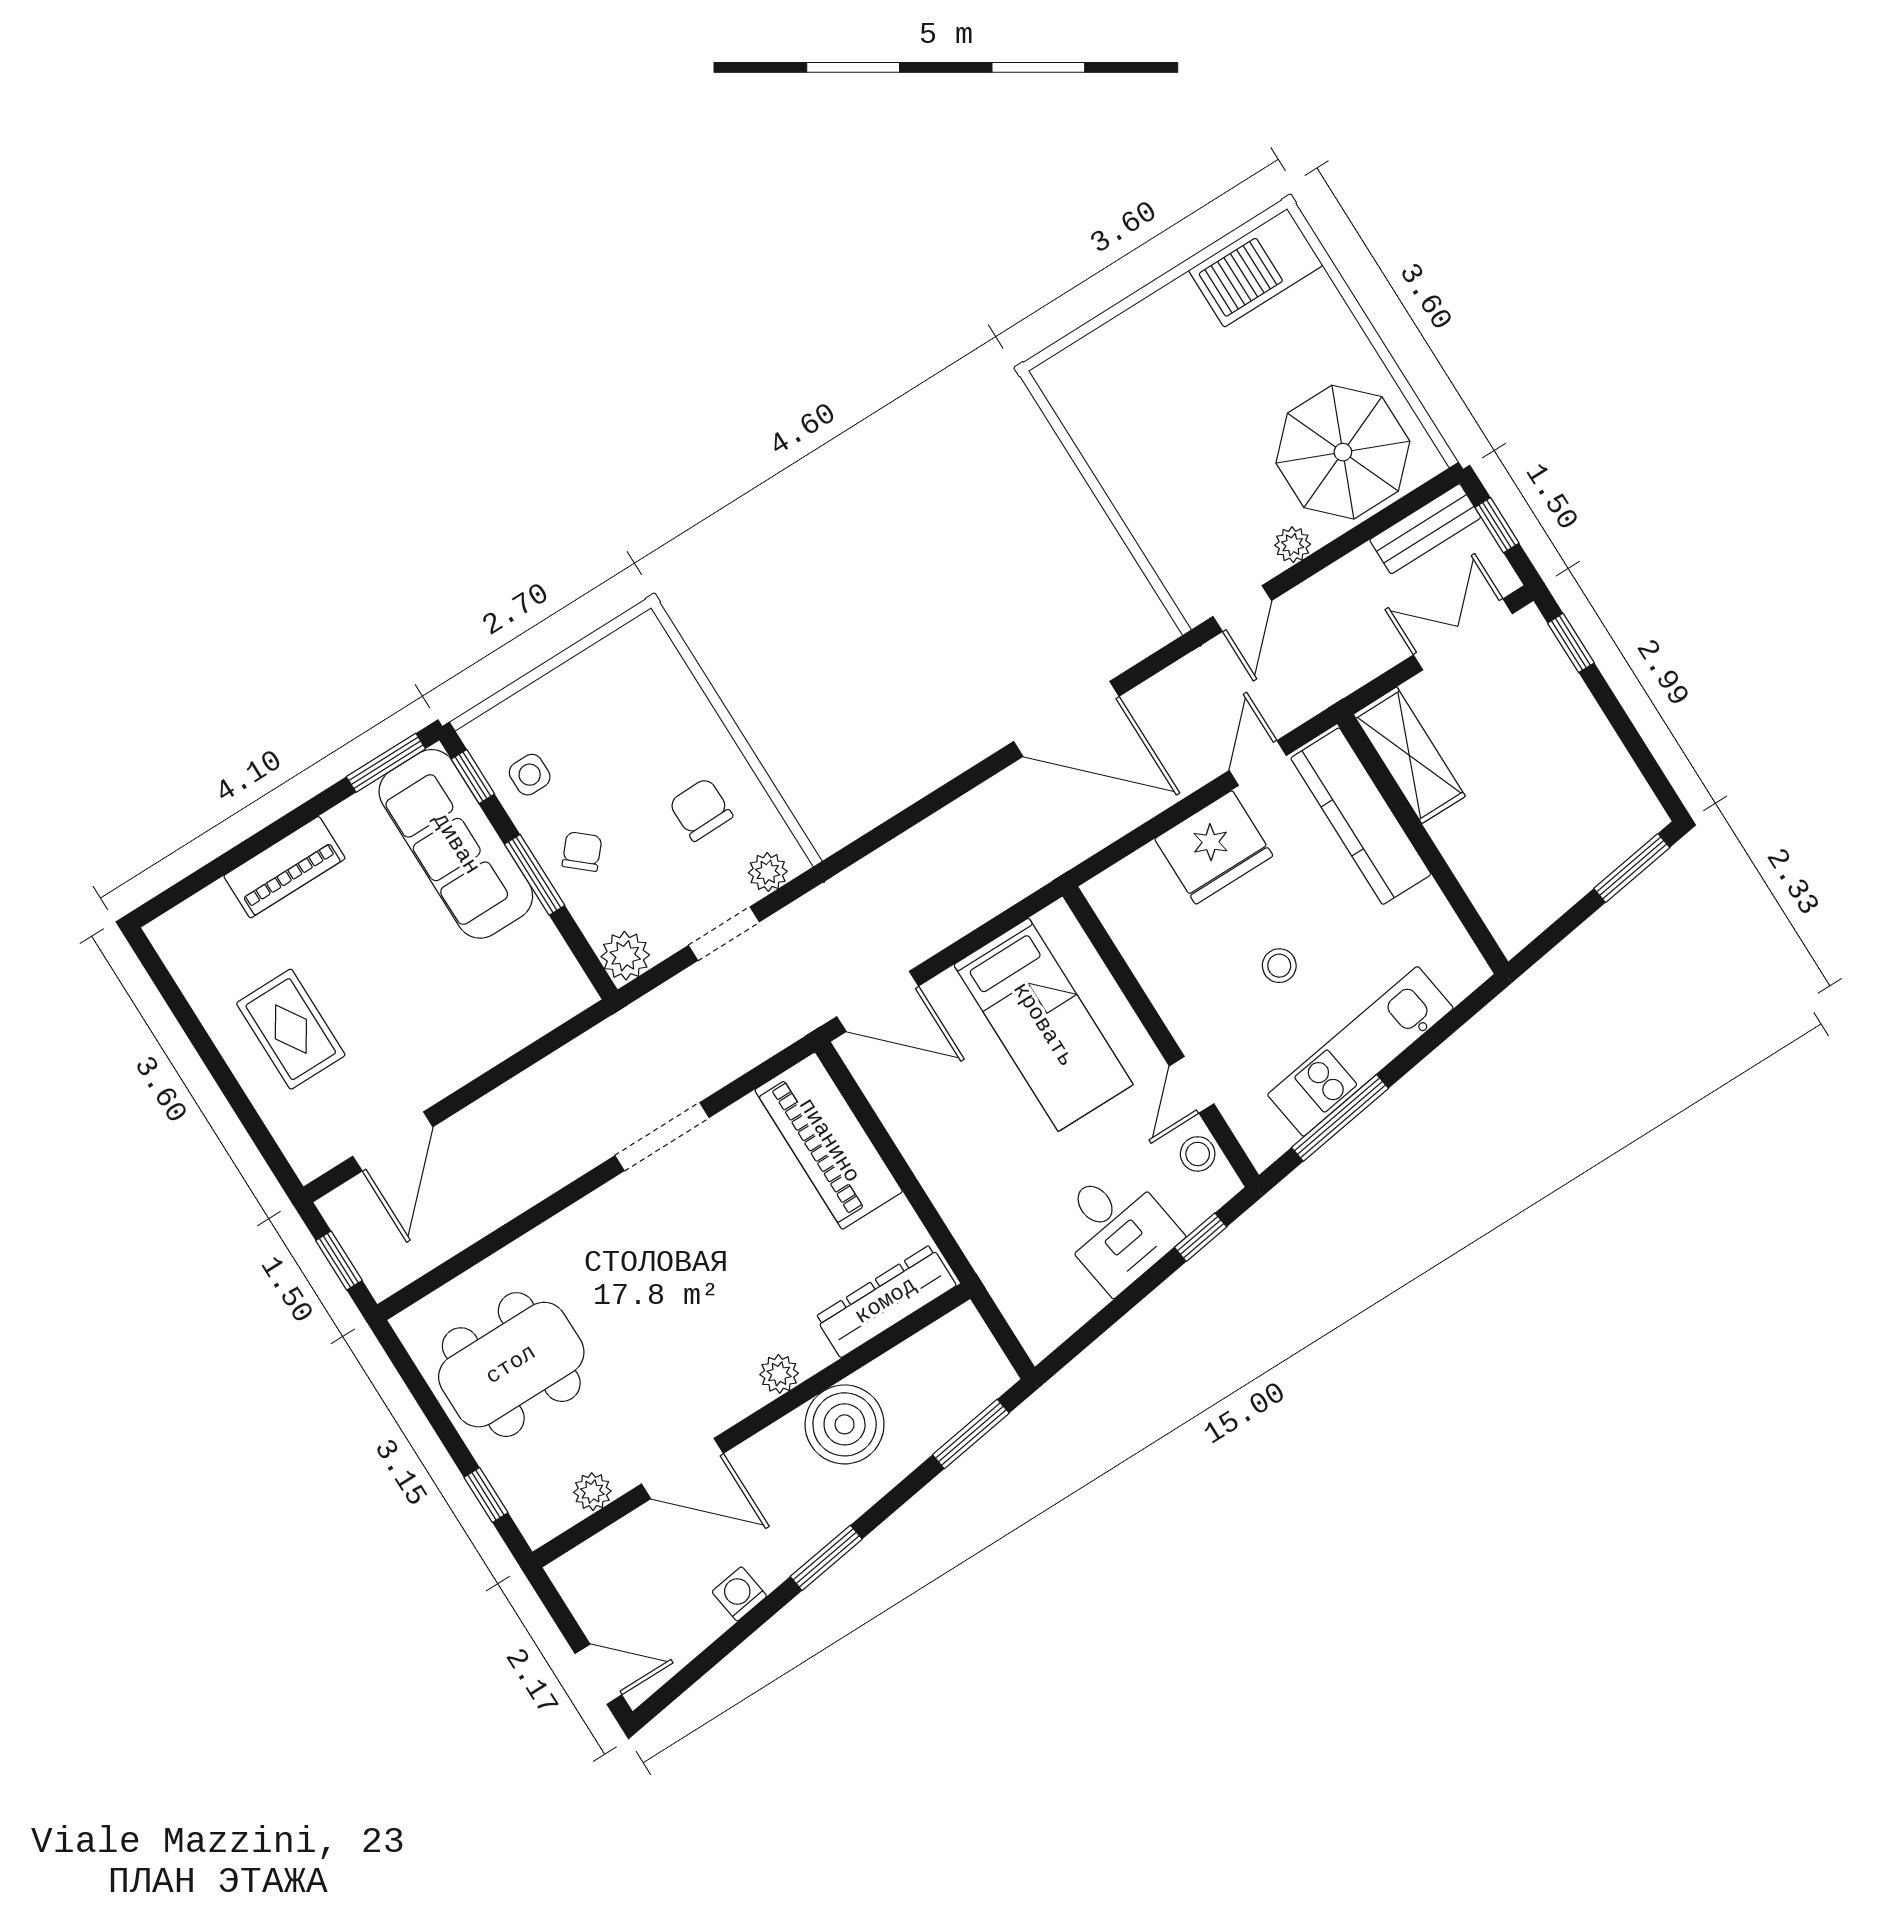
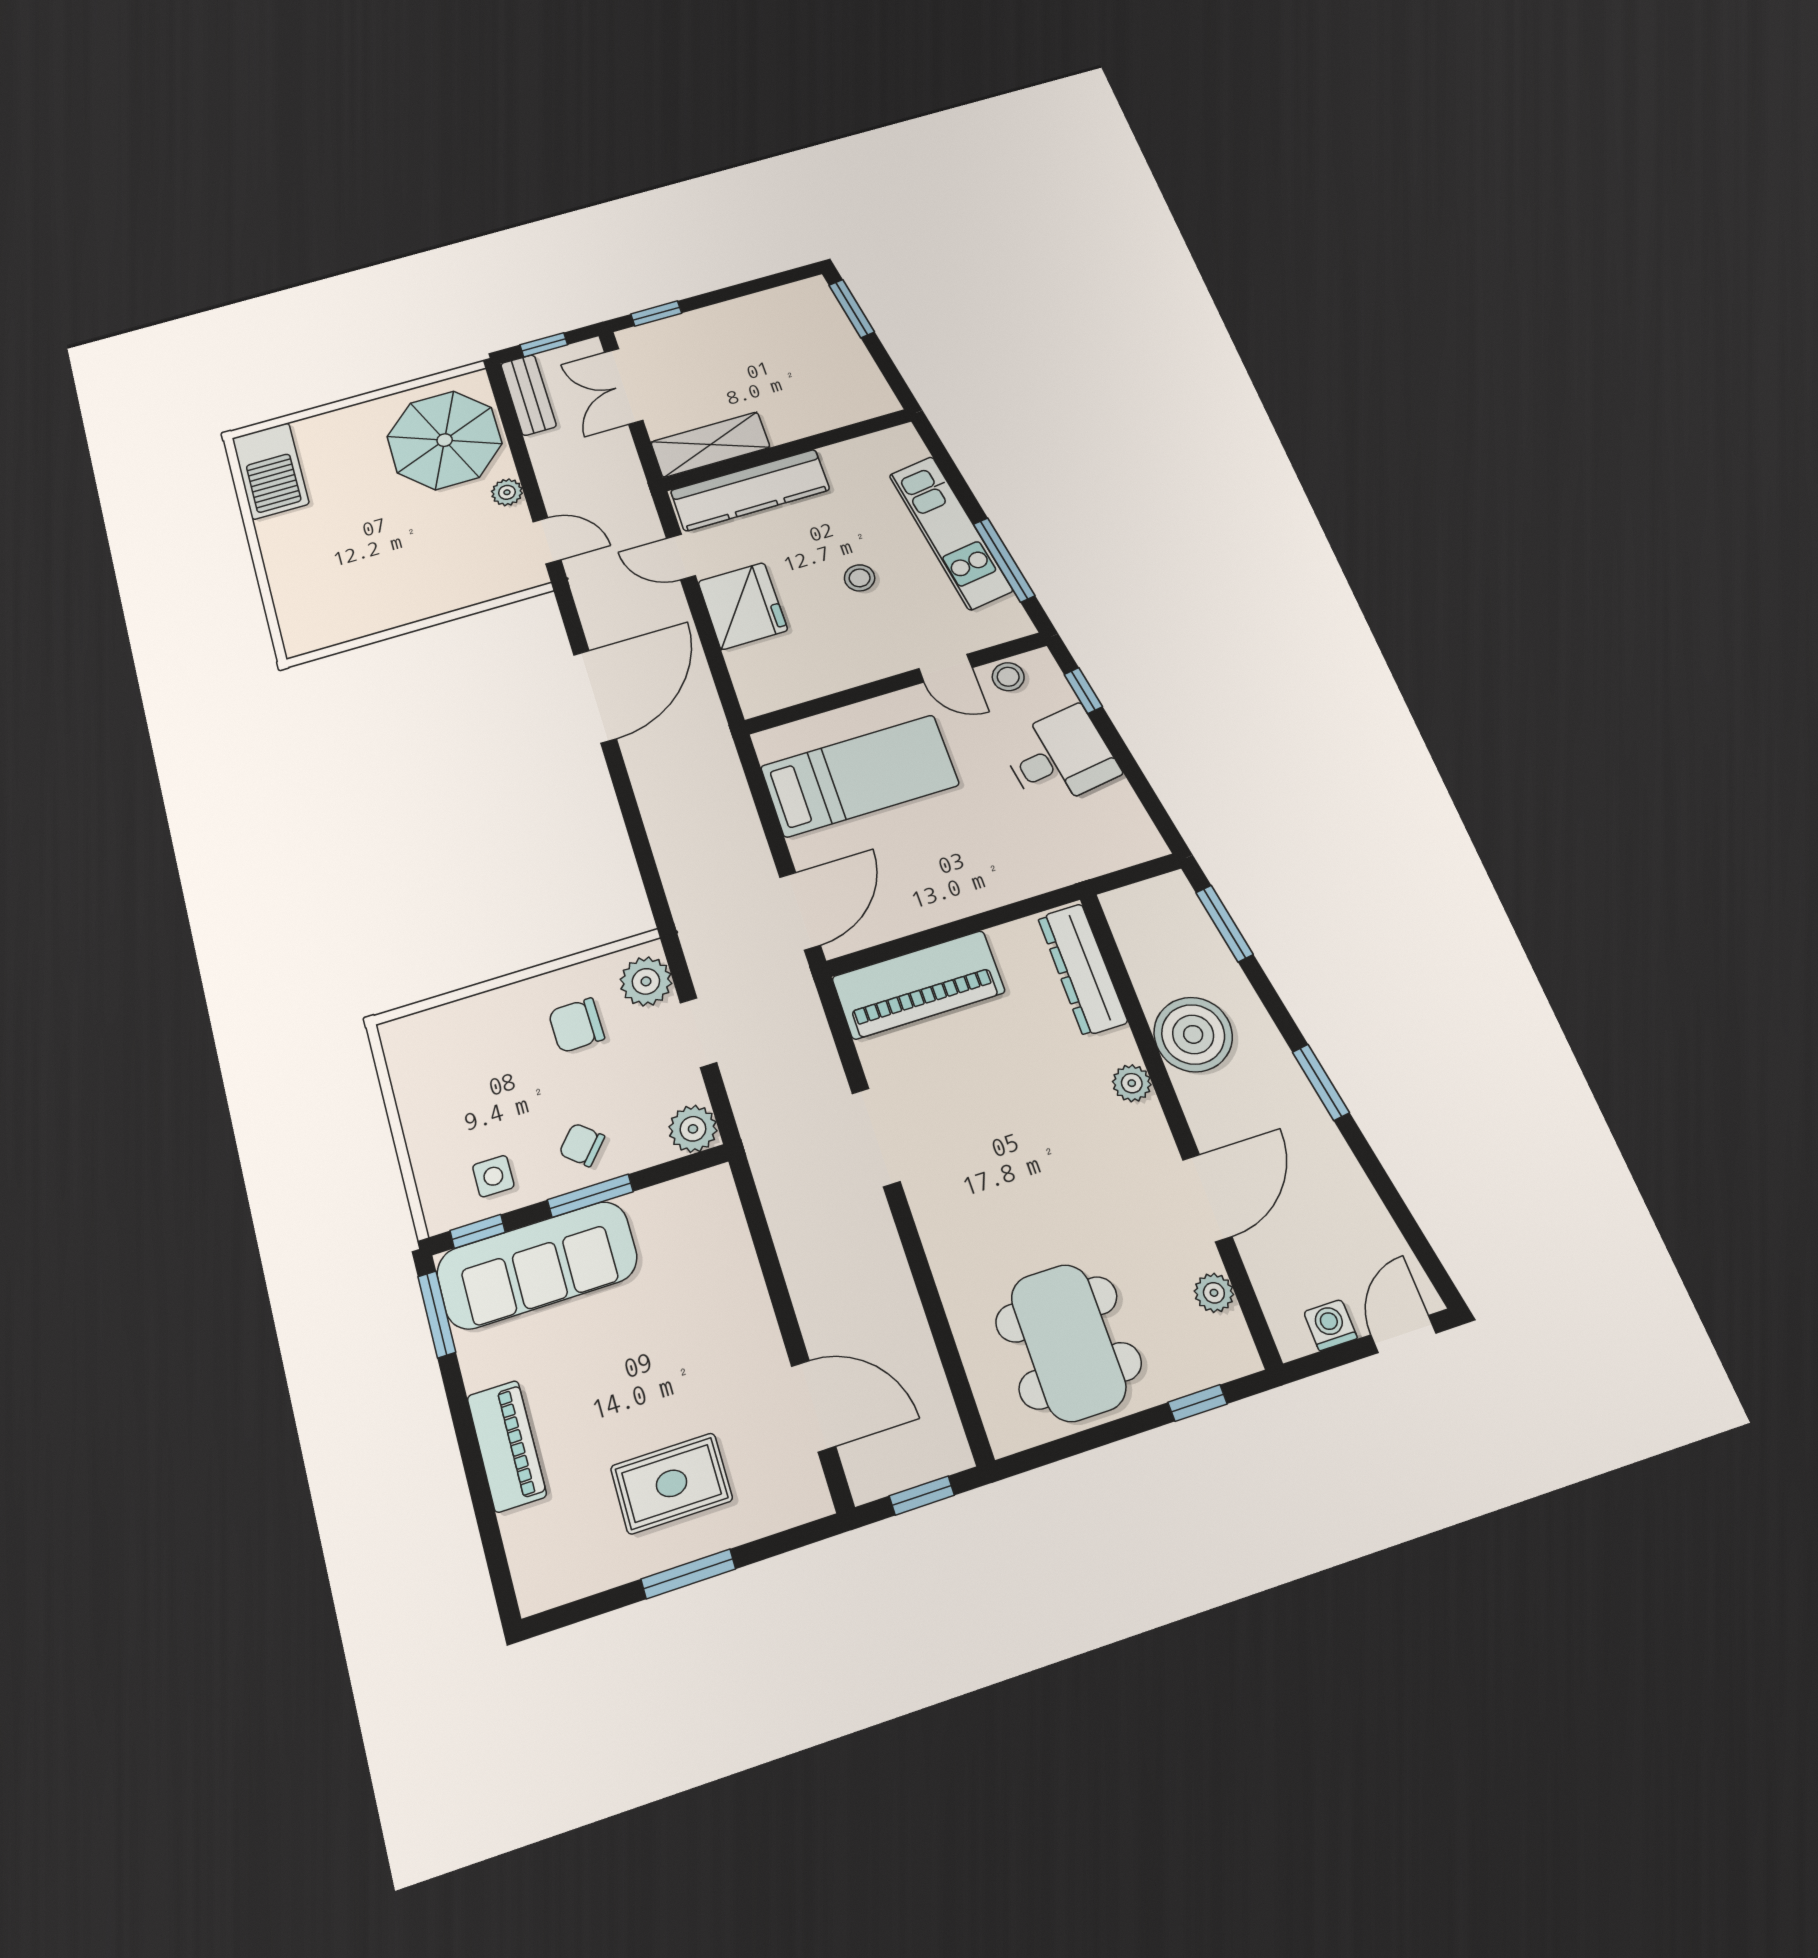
plant: (768, 872) -> (646, 981), width x1.38, depth x1.38
window: (217, 1067) -> (688, 1574), added
washing machine: (739, 1594) -> (1330, 1325), moved, turned 98

